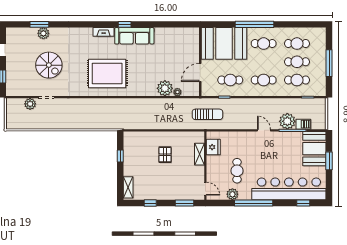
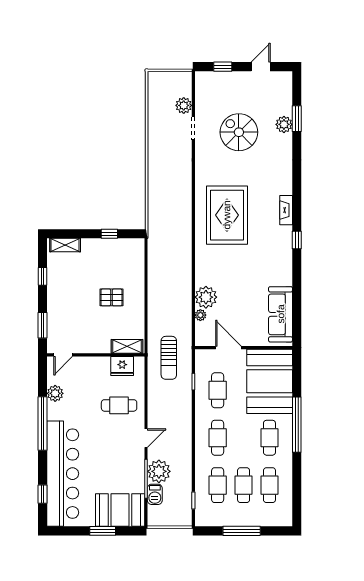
sofa: (134, 36) -> (281, 314), moved
spiral stairs: (49, 65) -> (239, 132), turned 90
shelving: (199, 154) -> (127, 346), moved
cafe table: (237, 171) -> (119, 405), moved

